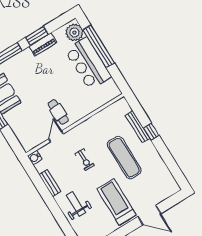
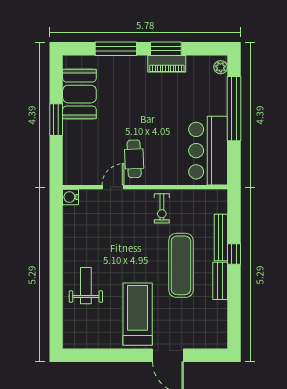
plant: (74, 32) -> (221, 67), width x0.53, depth x0.53
bar counter: (88, 64) -> (208, 151), moved
exercise bike: (84, 160) -> (162, 208), moved
bench: (50, 183) -> (220, 281), moved

